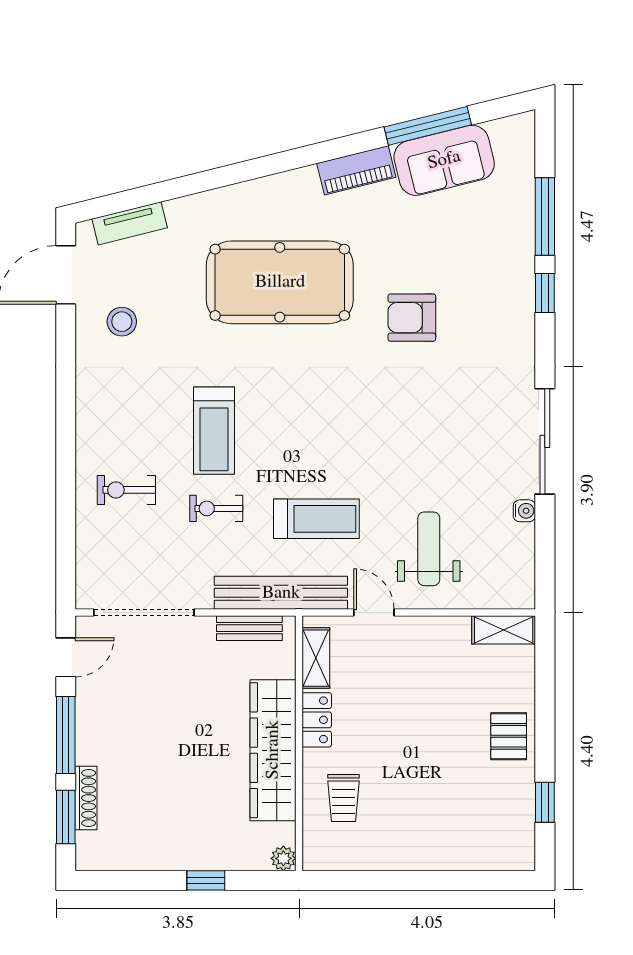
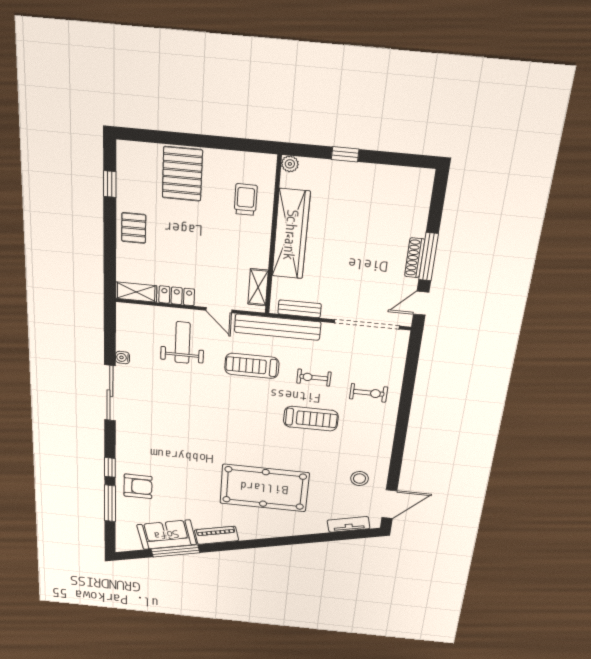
armchair: (412, 318) -> (138, 486), moved
treadmill: (214, 431) -> (311, 419), turned 90
exercise bike: (216, 508) -> (314, 378), turned 180
weight bench: (429, 549) -> (182, 343), turned 180
locker: (317, 720) -> (177, 296), moved, turned 90
shoe rack: (86, 798) -> (415, 258), moved
window: (66, 817) -> (437, 205), removed
pallet: (438, 828) -> (182, 174), added

